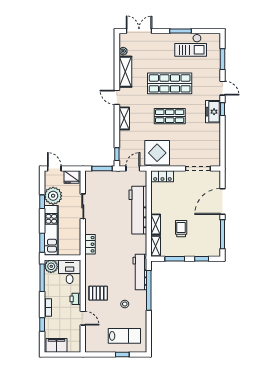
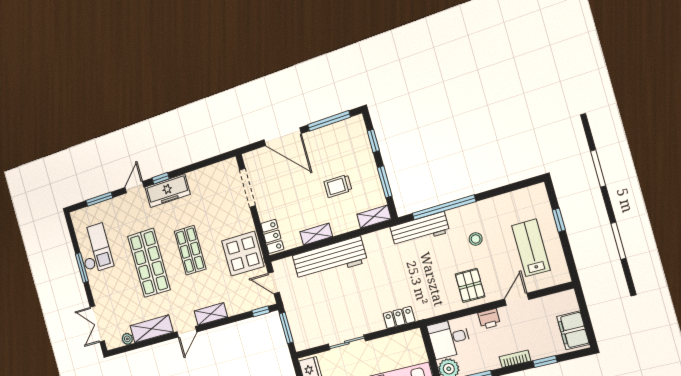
freezer: (213, 112) -> (168, 191), width x1.40
shelving: (156, 224) -> (316, 234), moved
lab bench: (124, 336) -> (531, 248), moved

